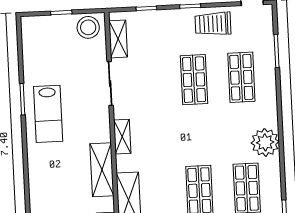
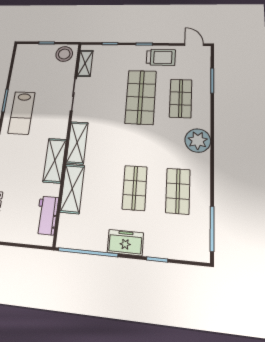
trolley: (213, 24) -> (161, 57), turned 180
shop shelf: (194, 80) -> (141, 97), width x1.43, depth x1.36
shelving: (122, 137) -> (77, 143), width x1.50, depth x1.33
plant: (265, 142) -> (198, 141), moved

